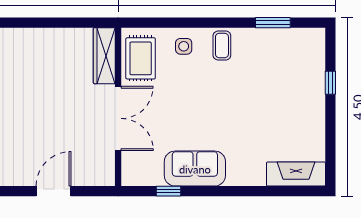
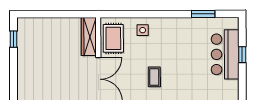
coffee table: (222, 45) -> (154, 77), moved
bar counter: (305, 82) -> (225, 54), added

